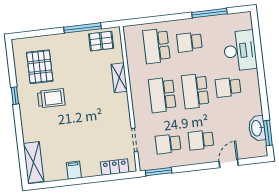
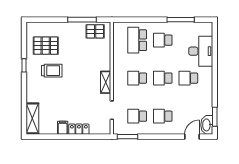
pallet: (40, 67) -> (46, 46), turned 90
shelving: (119, 78) -> (106, 82), moved
school desk: (195, 91) -> (163, 78), width x0.54
school desk: (162, 95) -> (137, 78), width x0.54
washbasin: (257, 128) -> (207, 125), moved
door: (229, 163) -> (192, 137), moved
locker: (115, 167) -> (79, 129), moved

